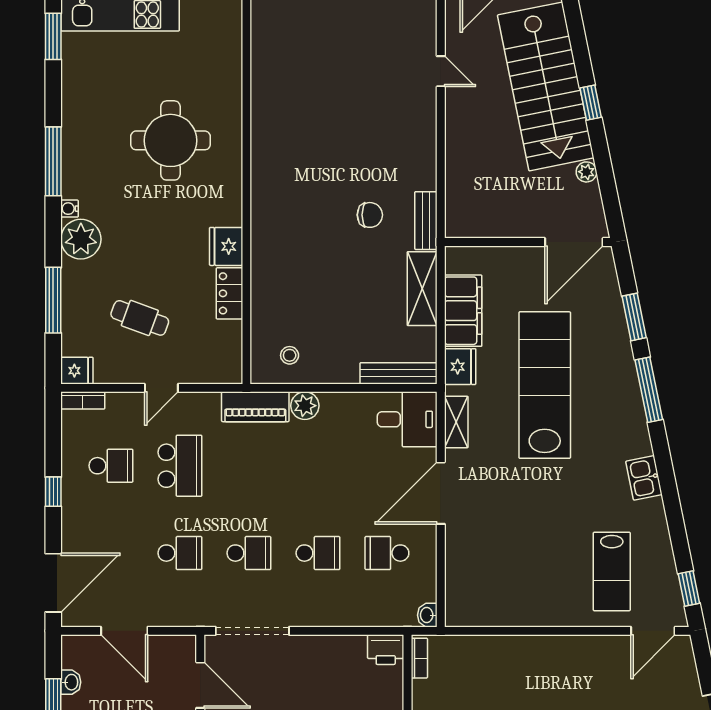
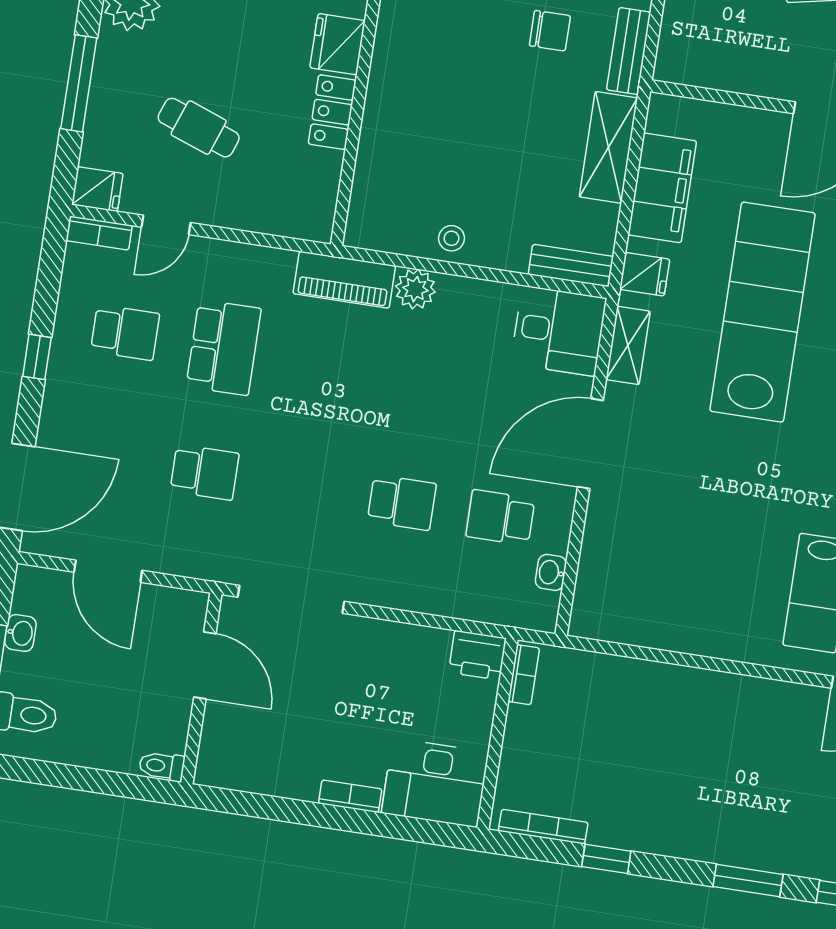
stool: (290, 355) -> (451, 238), moved
fridge: (460, 367) -> (645, 274), width x0.72
bench: (398, 373) -> (571, 265), width x0.73
door: (161, 388) -> (166, 225), moved
school desk: (249, 553) -> (303, 487), removed
washbasin: (427, 615) -> (551, 572), moved

